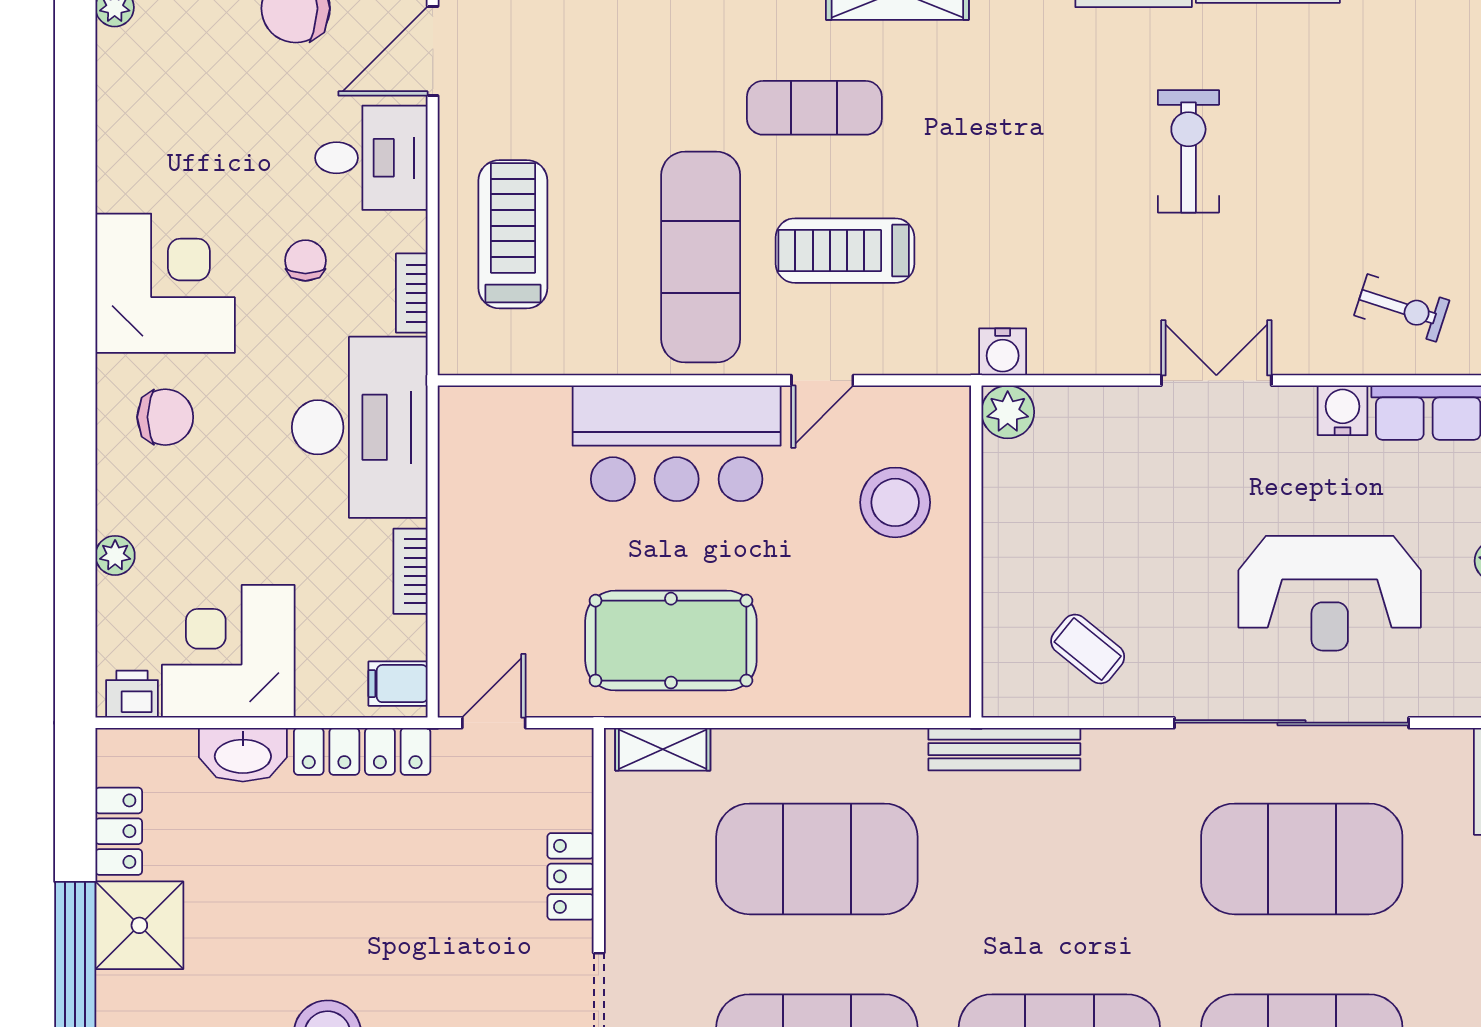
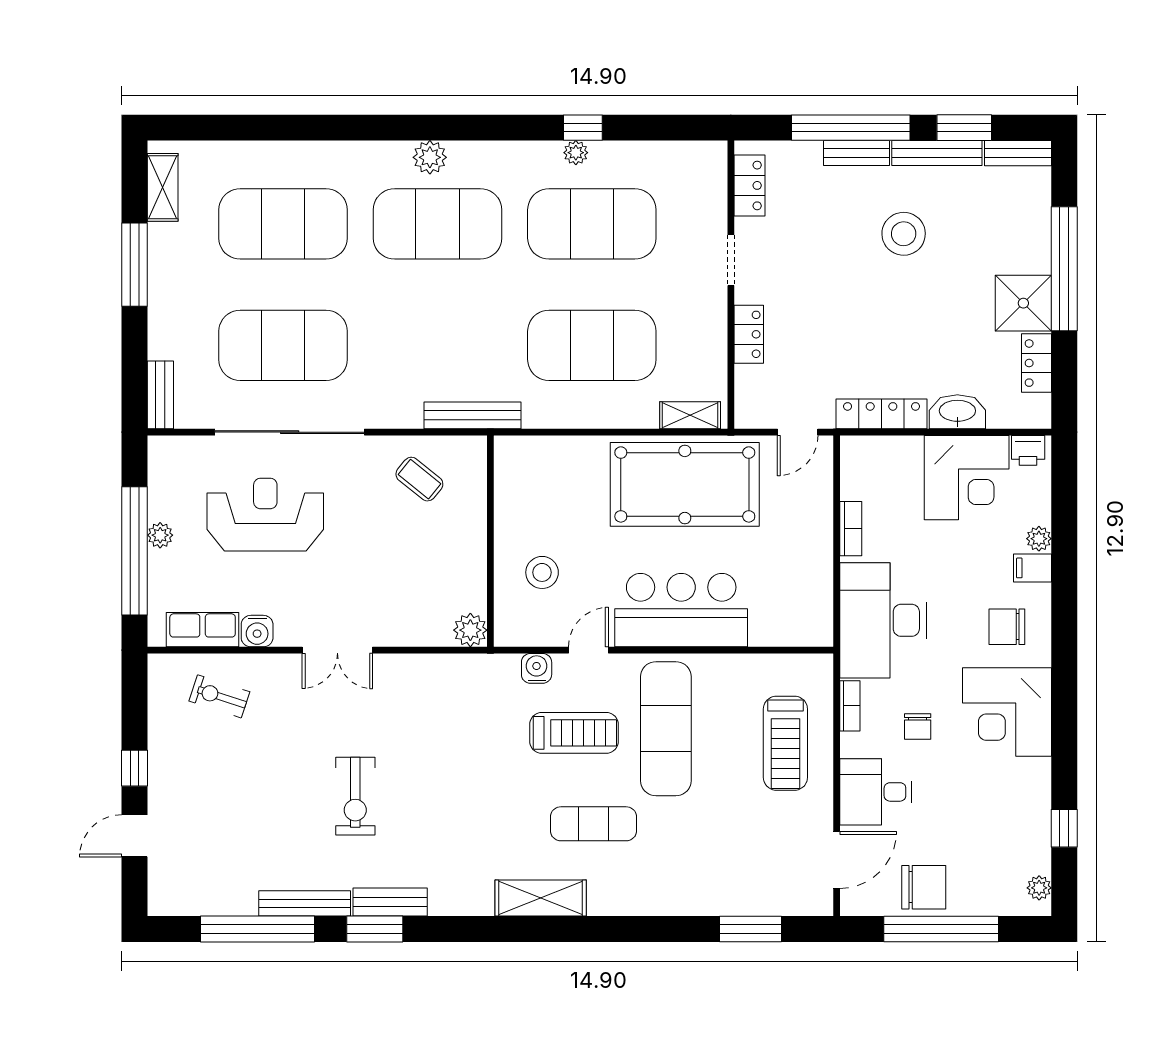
window: (75, 101) -> (1064, 828), added
water cooler: (1003, 352) -> (537, 668), moved
stool: (895, 502) -> (542, 572), width x0.73, depth x0.73
pool table: (671, 641) -> (685, 484), width x1.36, depth x1.32
filing cabinet: (398, 684) -> (1033, 568), moved, turned 180

